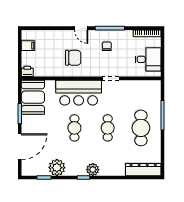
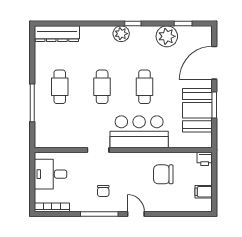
chair: (73, 58) -> (163, 174), moved
booth: (33, 97) -> (197, 110), moved
cafe table: (141, 128) -> (60, 87), width x0.73, depth x0.74

